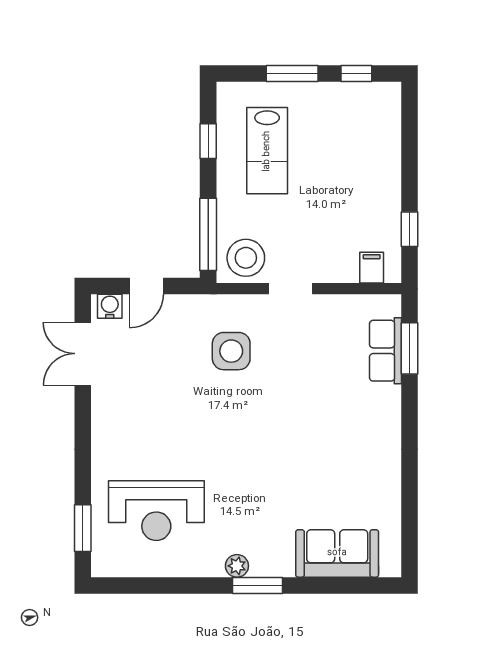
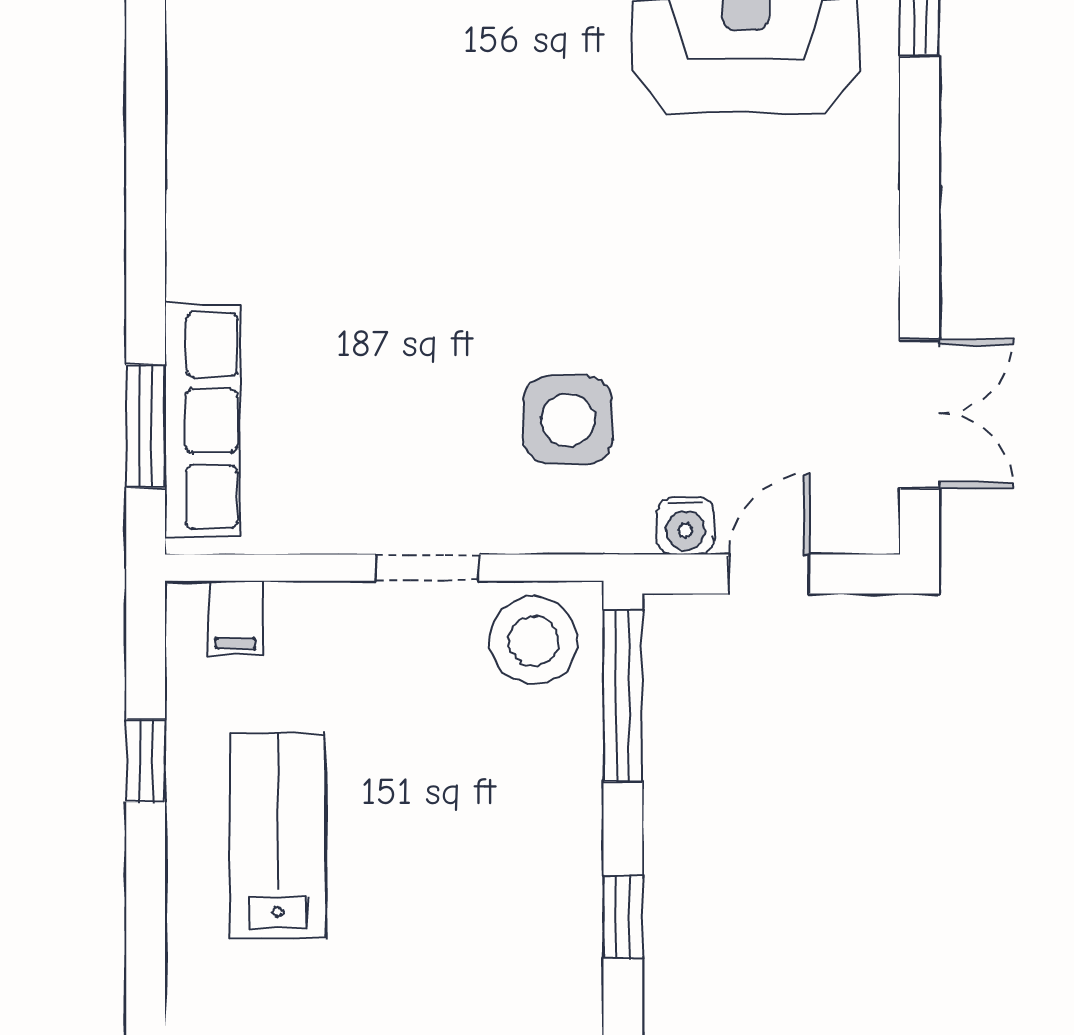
lab bench: (267, 151) -> (278, 836), moved
window: (410, 229) -> (146, 761), moved
water cooler: (110, 306) -> (685, 526), moved
row of seats: (386, 351) -> (203, 421), width x1.48

